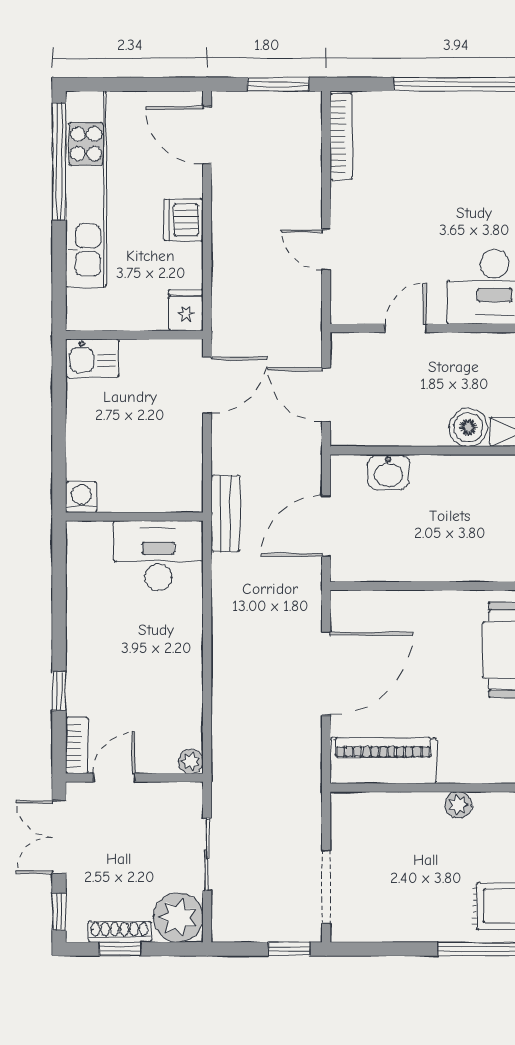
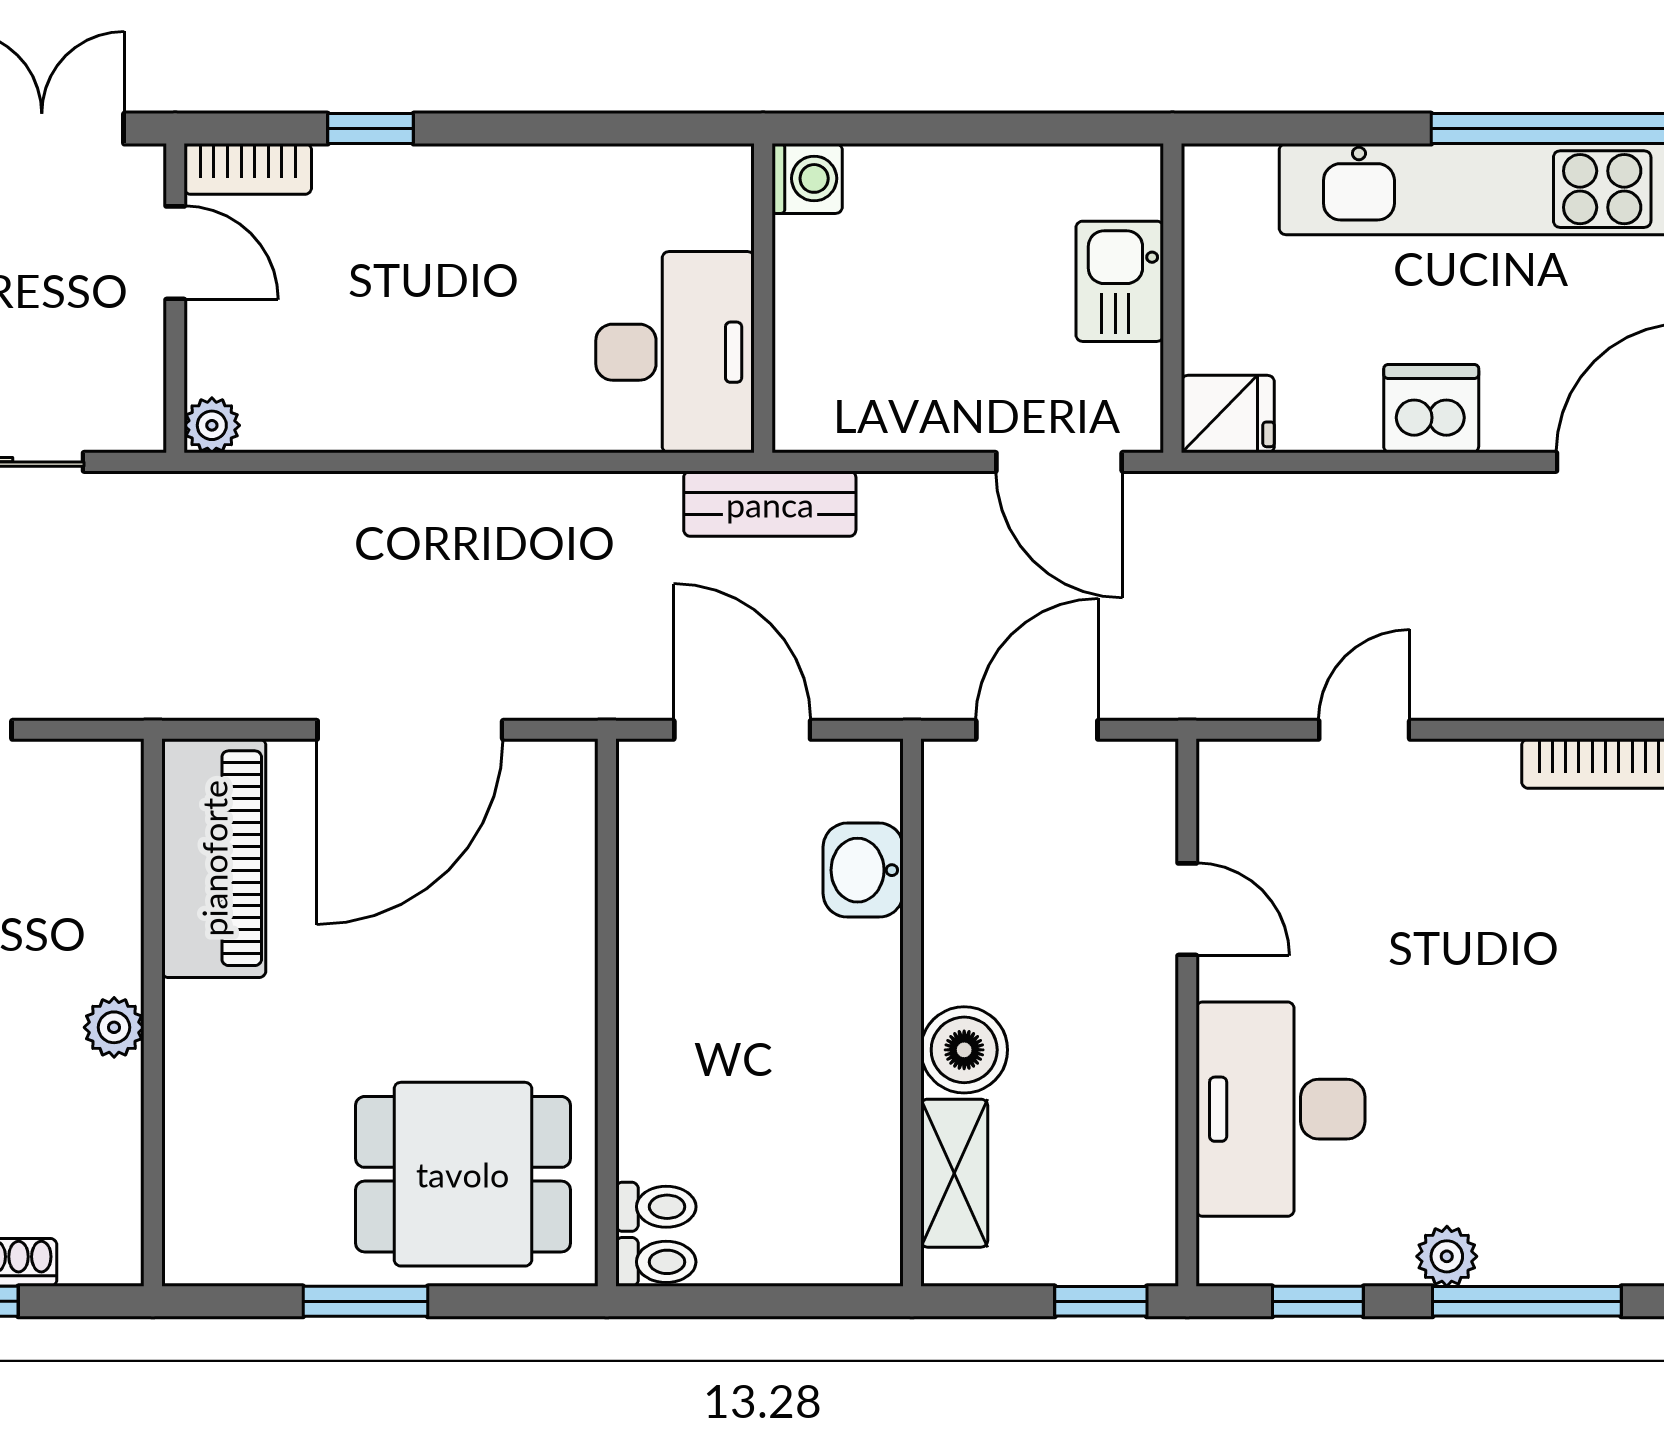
kitchen sink: (92, 358) -> (1120, 281), moved
door: (326, 673) -> (410, 730), hinge flipped

